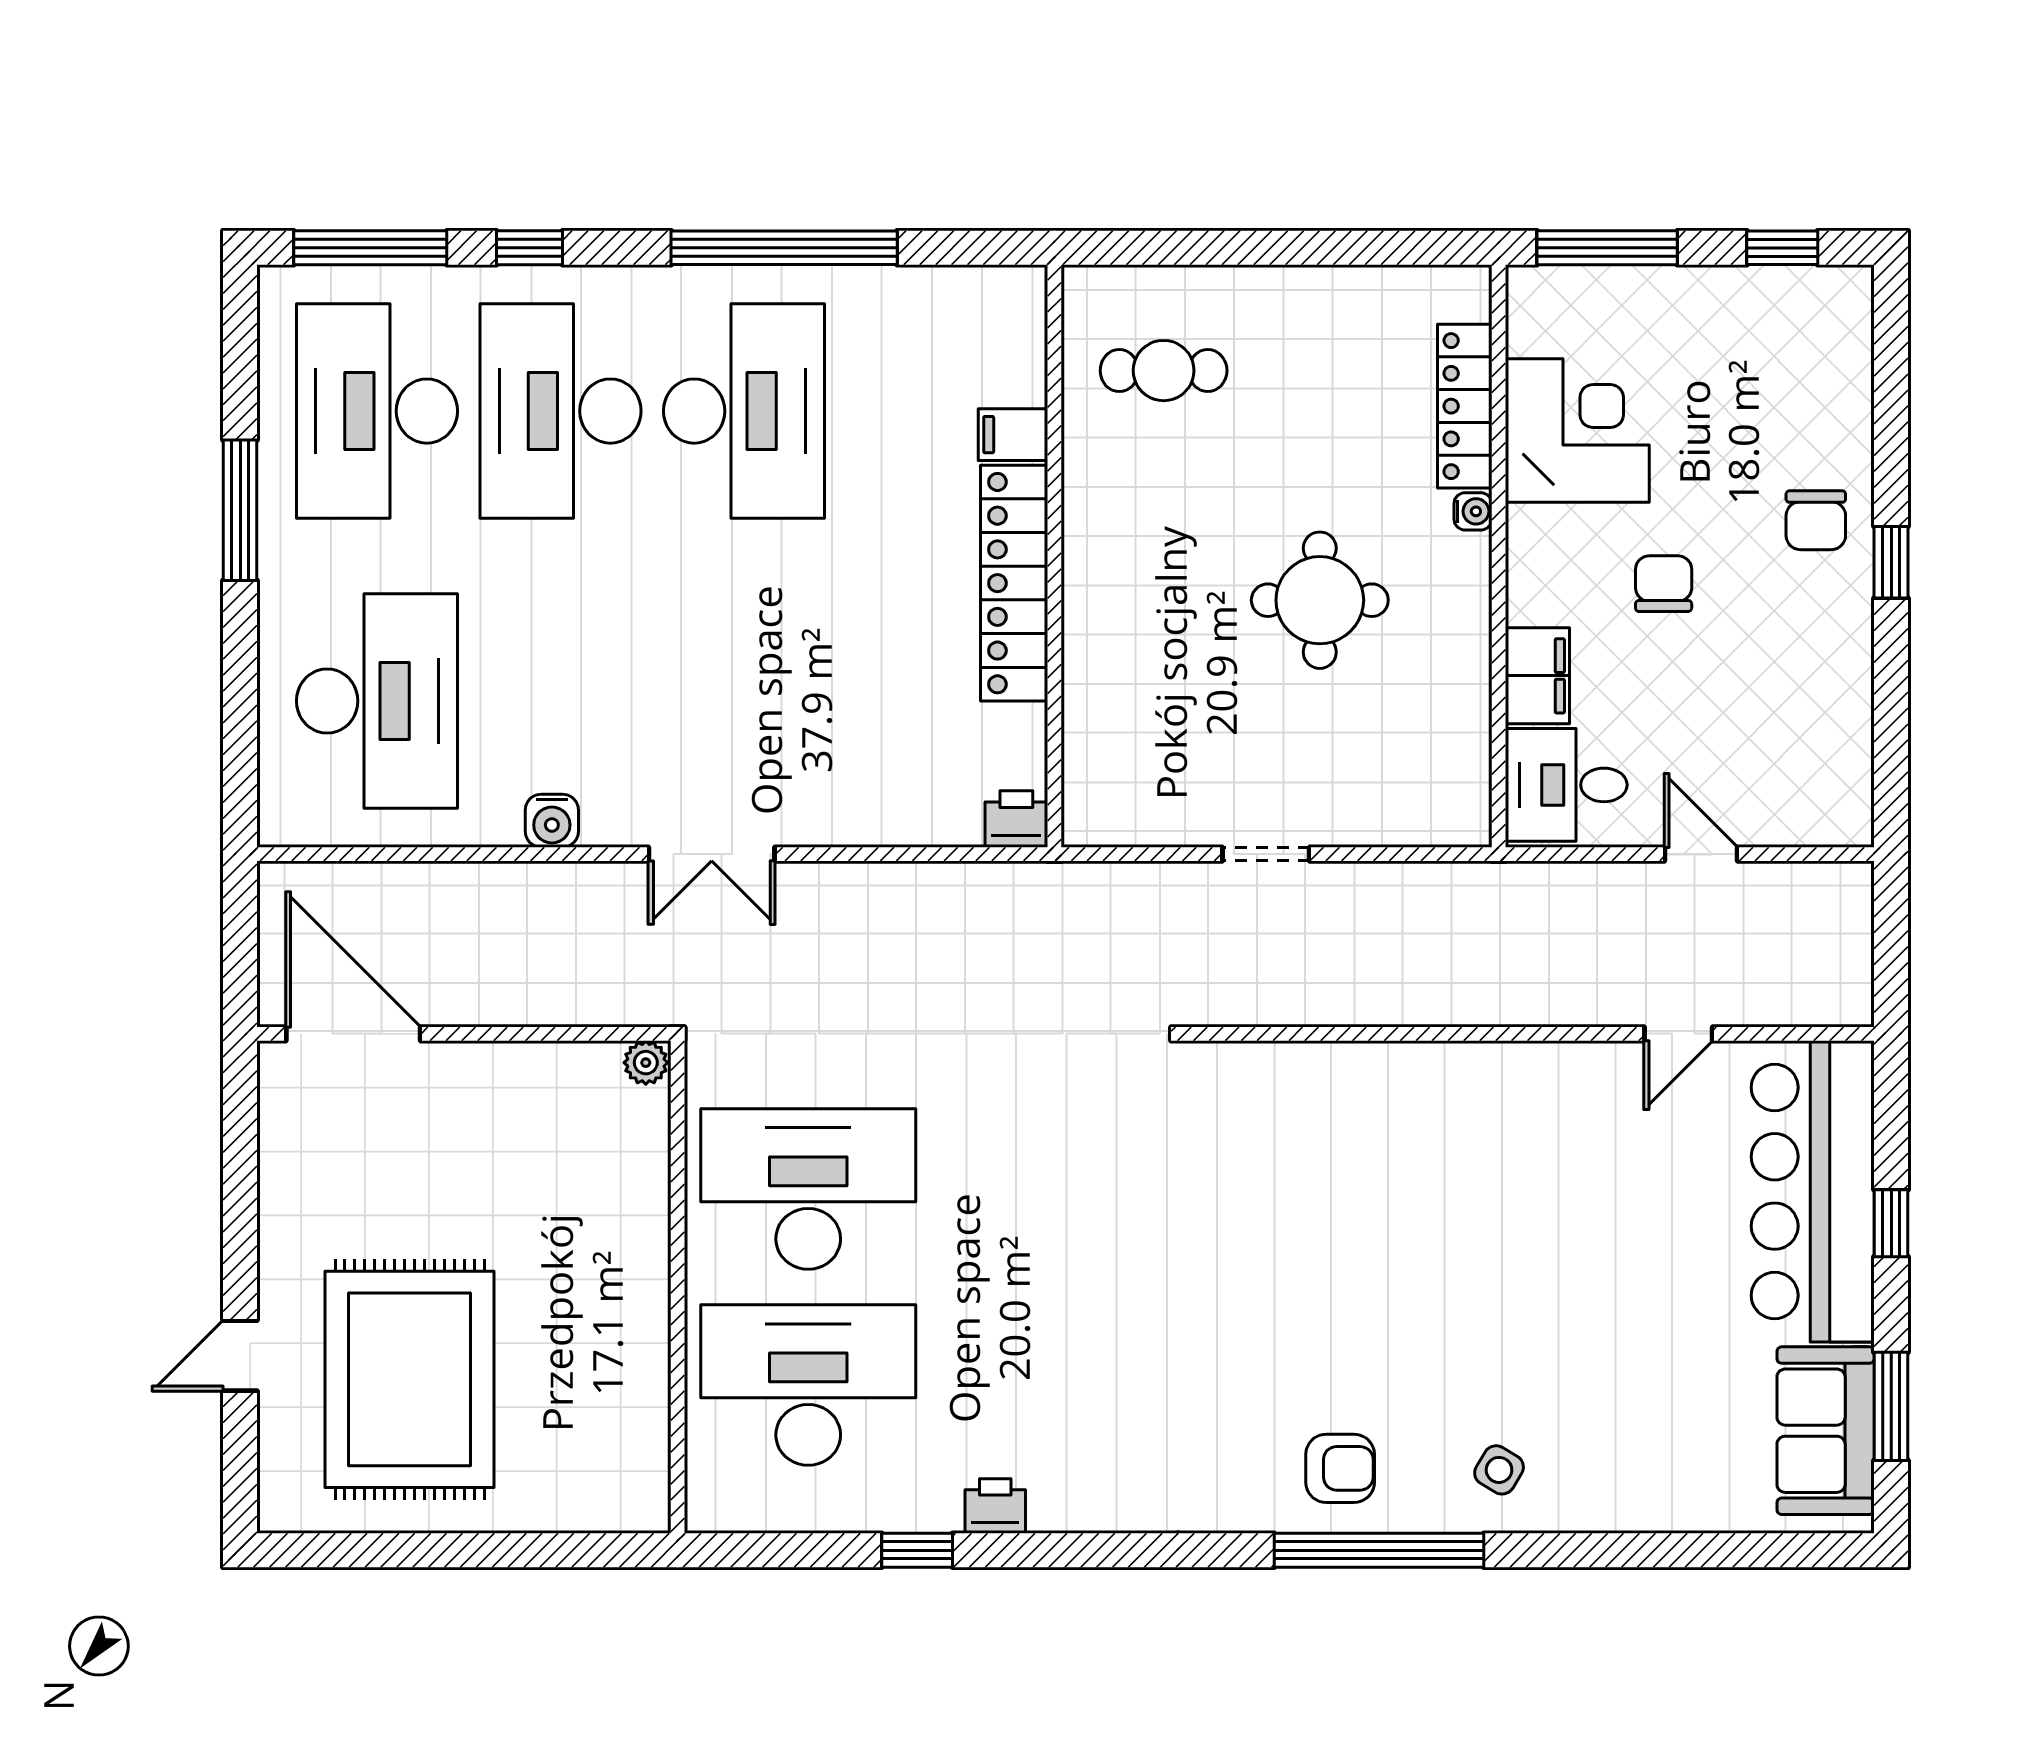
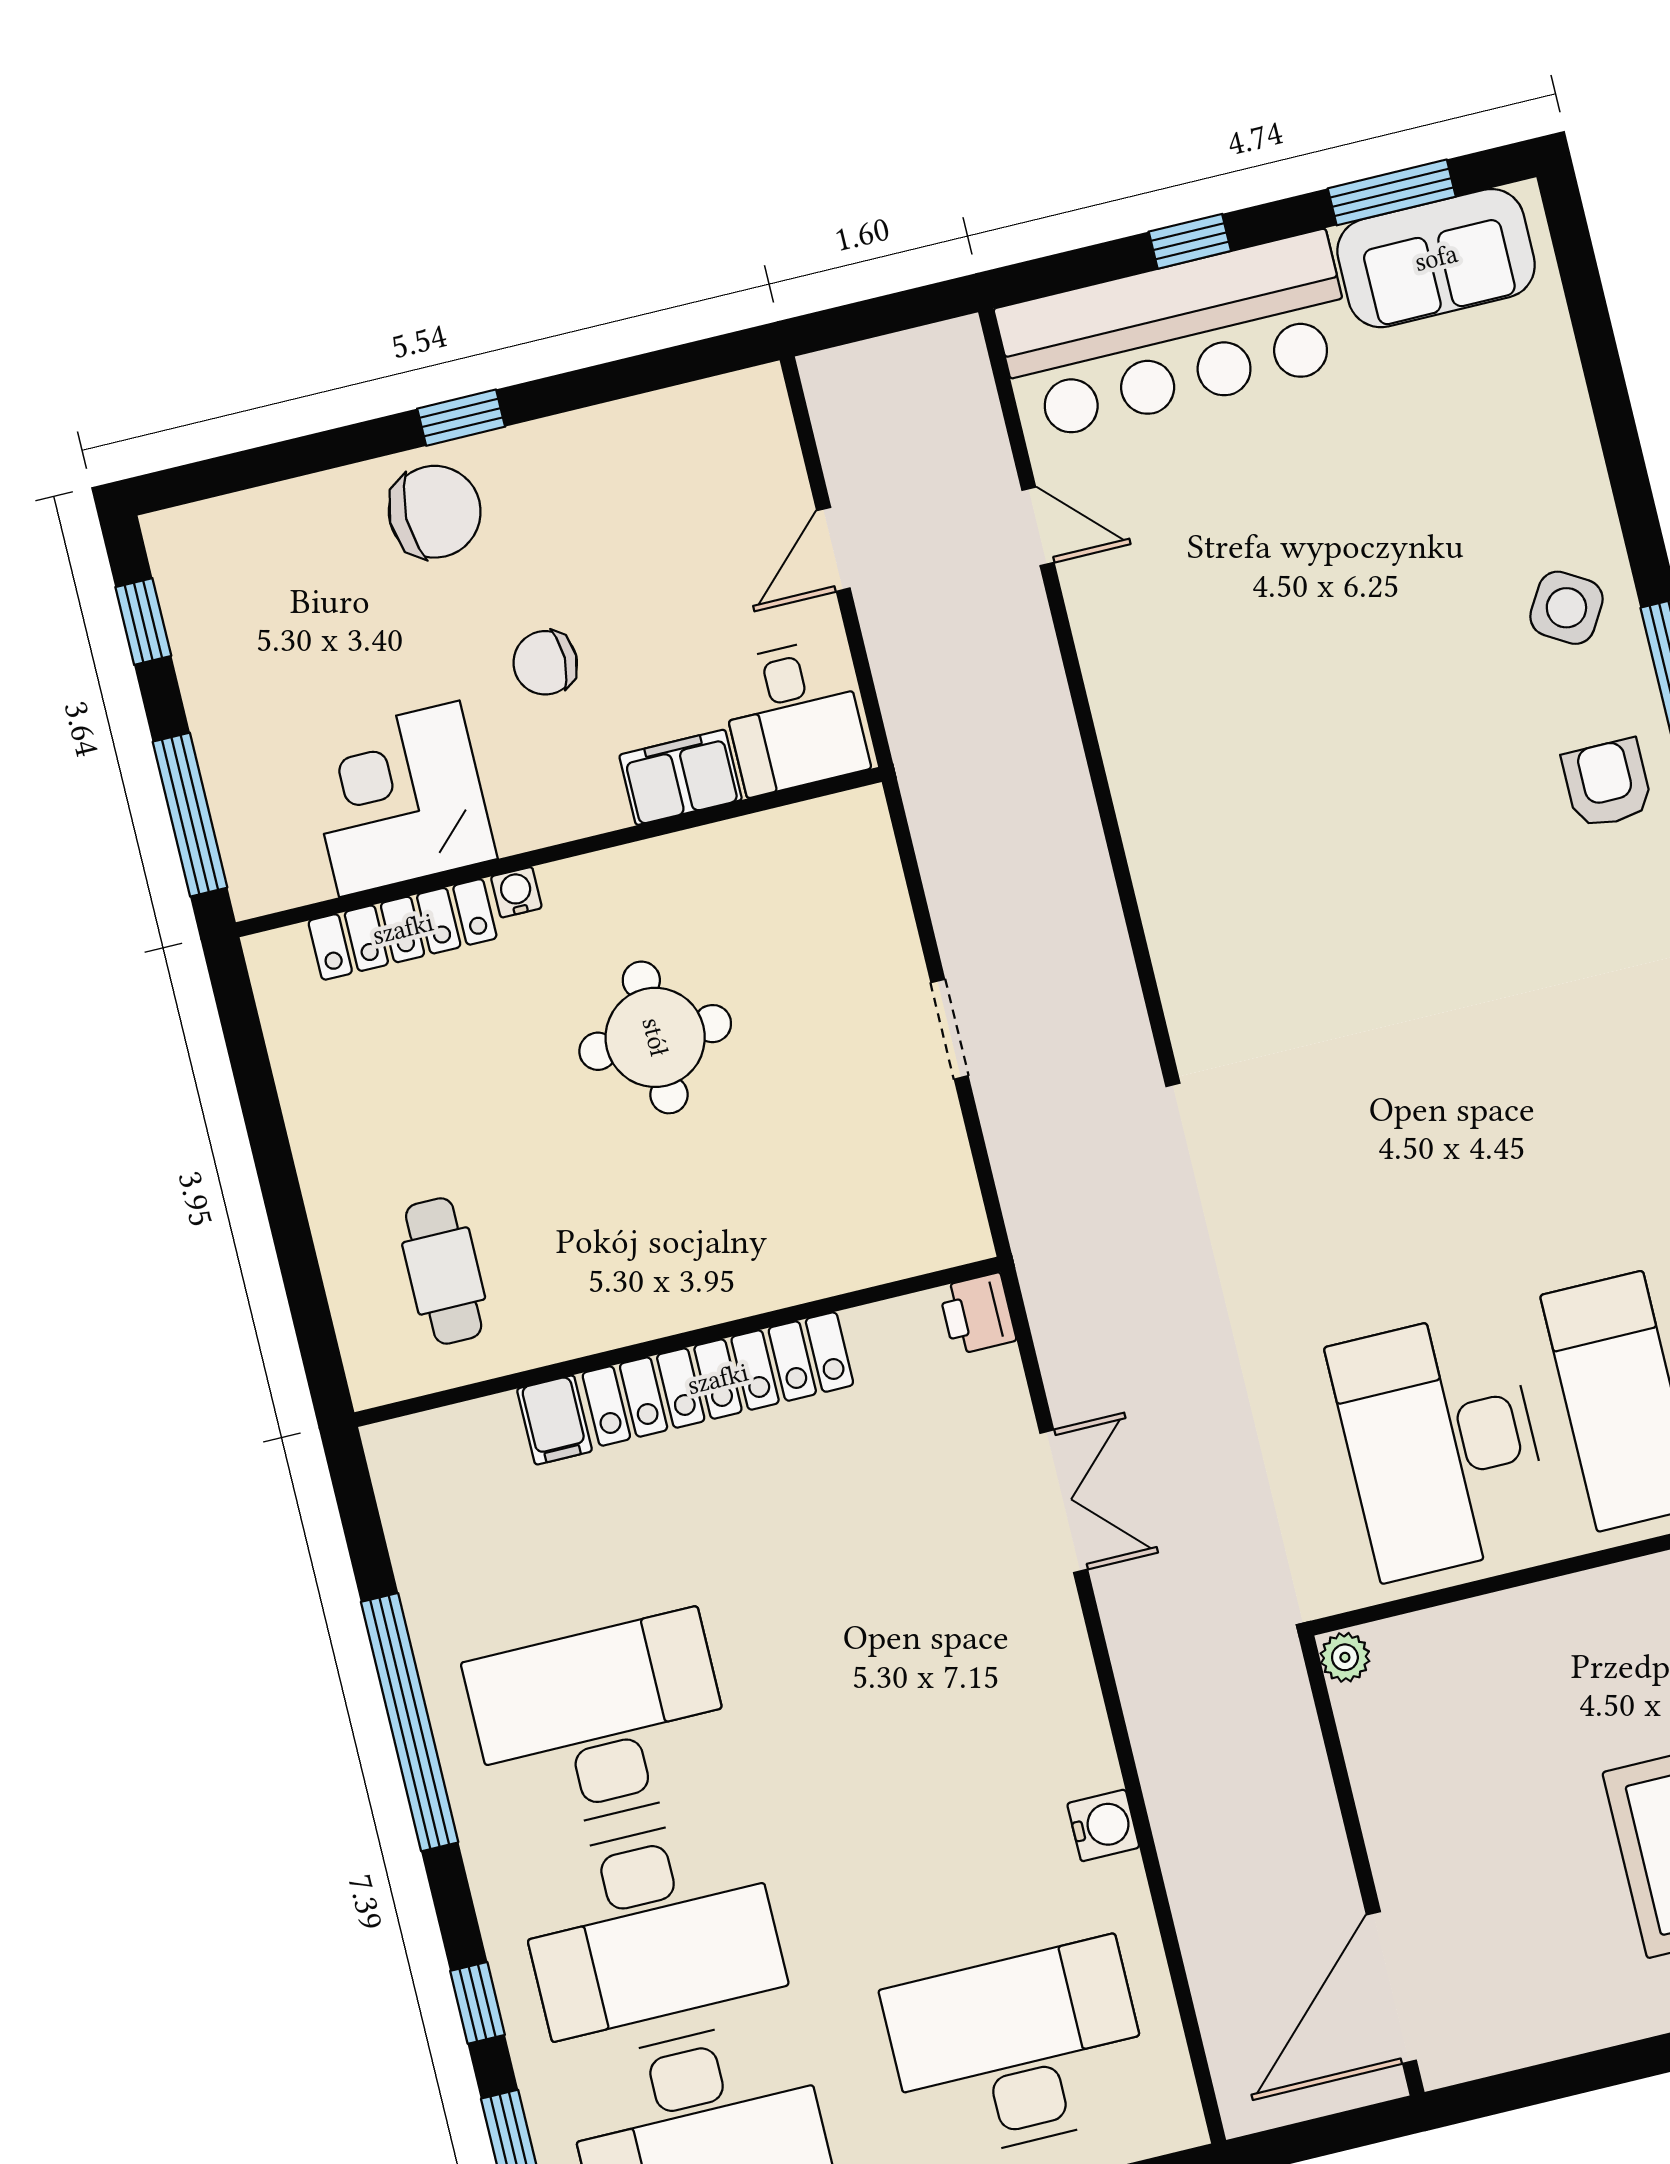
chair: (1816, 520) -> (435, 512), width x1.37, depth x1.37
double door: (712, 854) -> (1064, 1501), moved
side table: (1499, 1470) -> (1566, 608), width x1.37, depth x1.37

